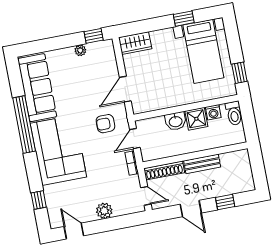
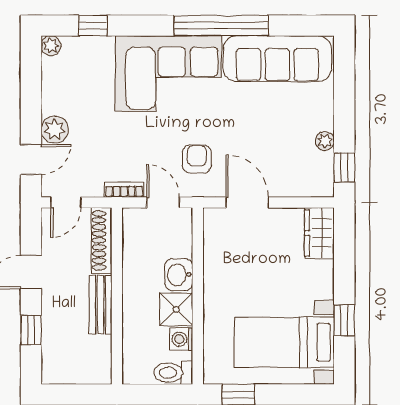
plant: (55, 222) -> (51, 46), added
door: (74, 231) -> (31, 159), moved

